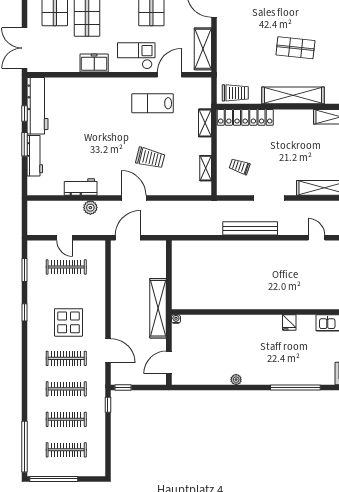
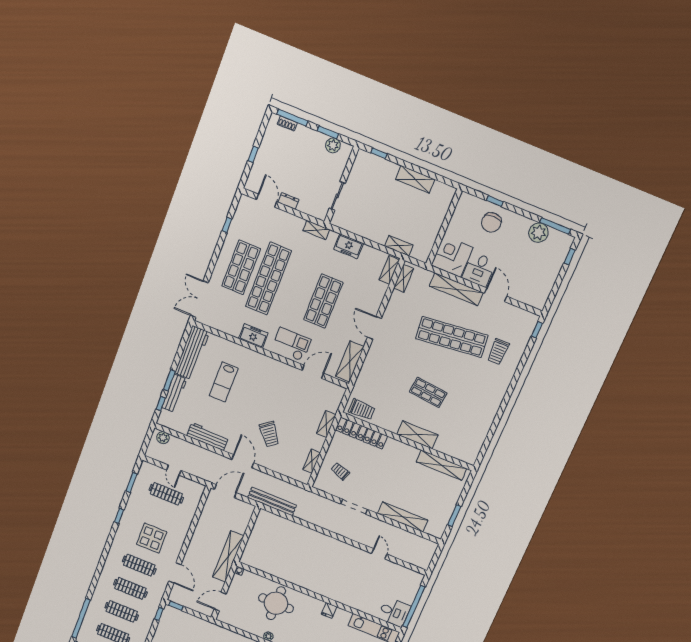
shelving: (293, 95) -> (417, 435), width x0.68
lab bench: (153, 103) -> (224, 382), moved, turned -90
window: (24, 113) -> (161, 404), moved
trolley: (150, 158) -> (269, 434), turned 39
workbench: (81, 187) -> (208, 436), width x1.38
plant: (90, 208) -> (163, 438), moved
bench: (250, 228) -> (272, 501), moved
round table: (230, 339) -> (276, 603), added

